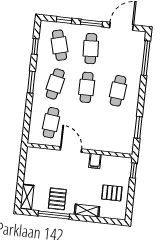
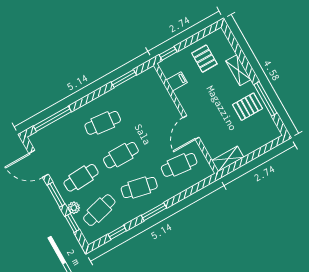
plant: (74, 29) -> (74, 208), added
filing cabinet: (95, 161) -> (177, 81), moved
shelving: (27, 197) -> (228, 159), moved

